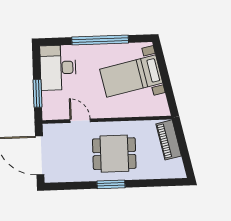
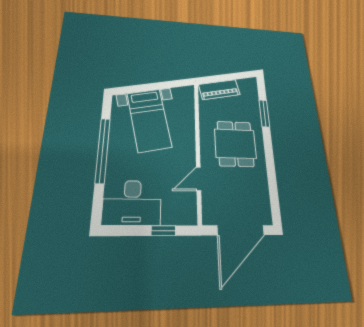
window: (38, 93) -> (163, 231), width x0.67
window: (111, 184) -> (264, 113), moved

